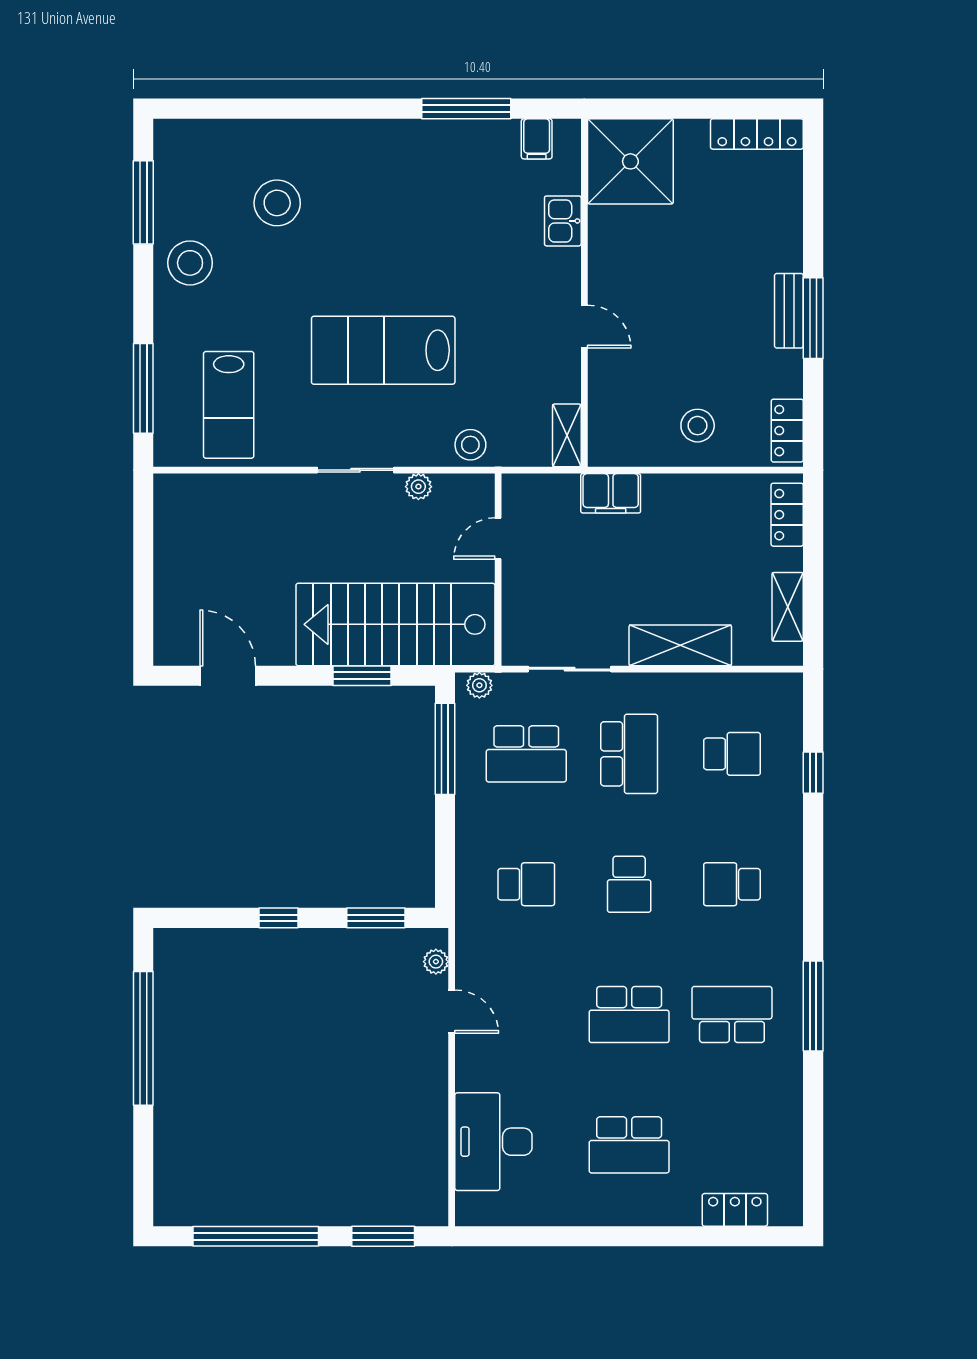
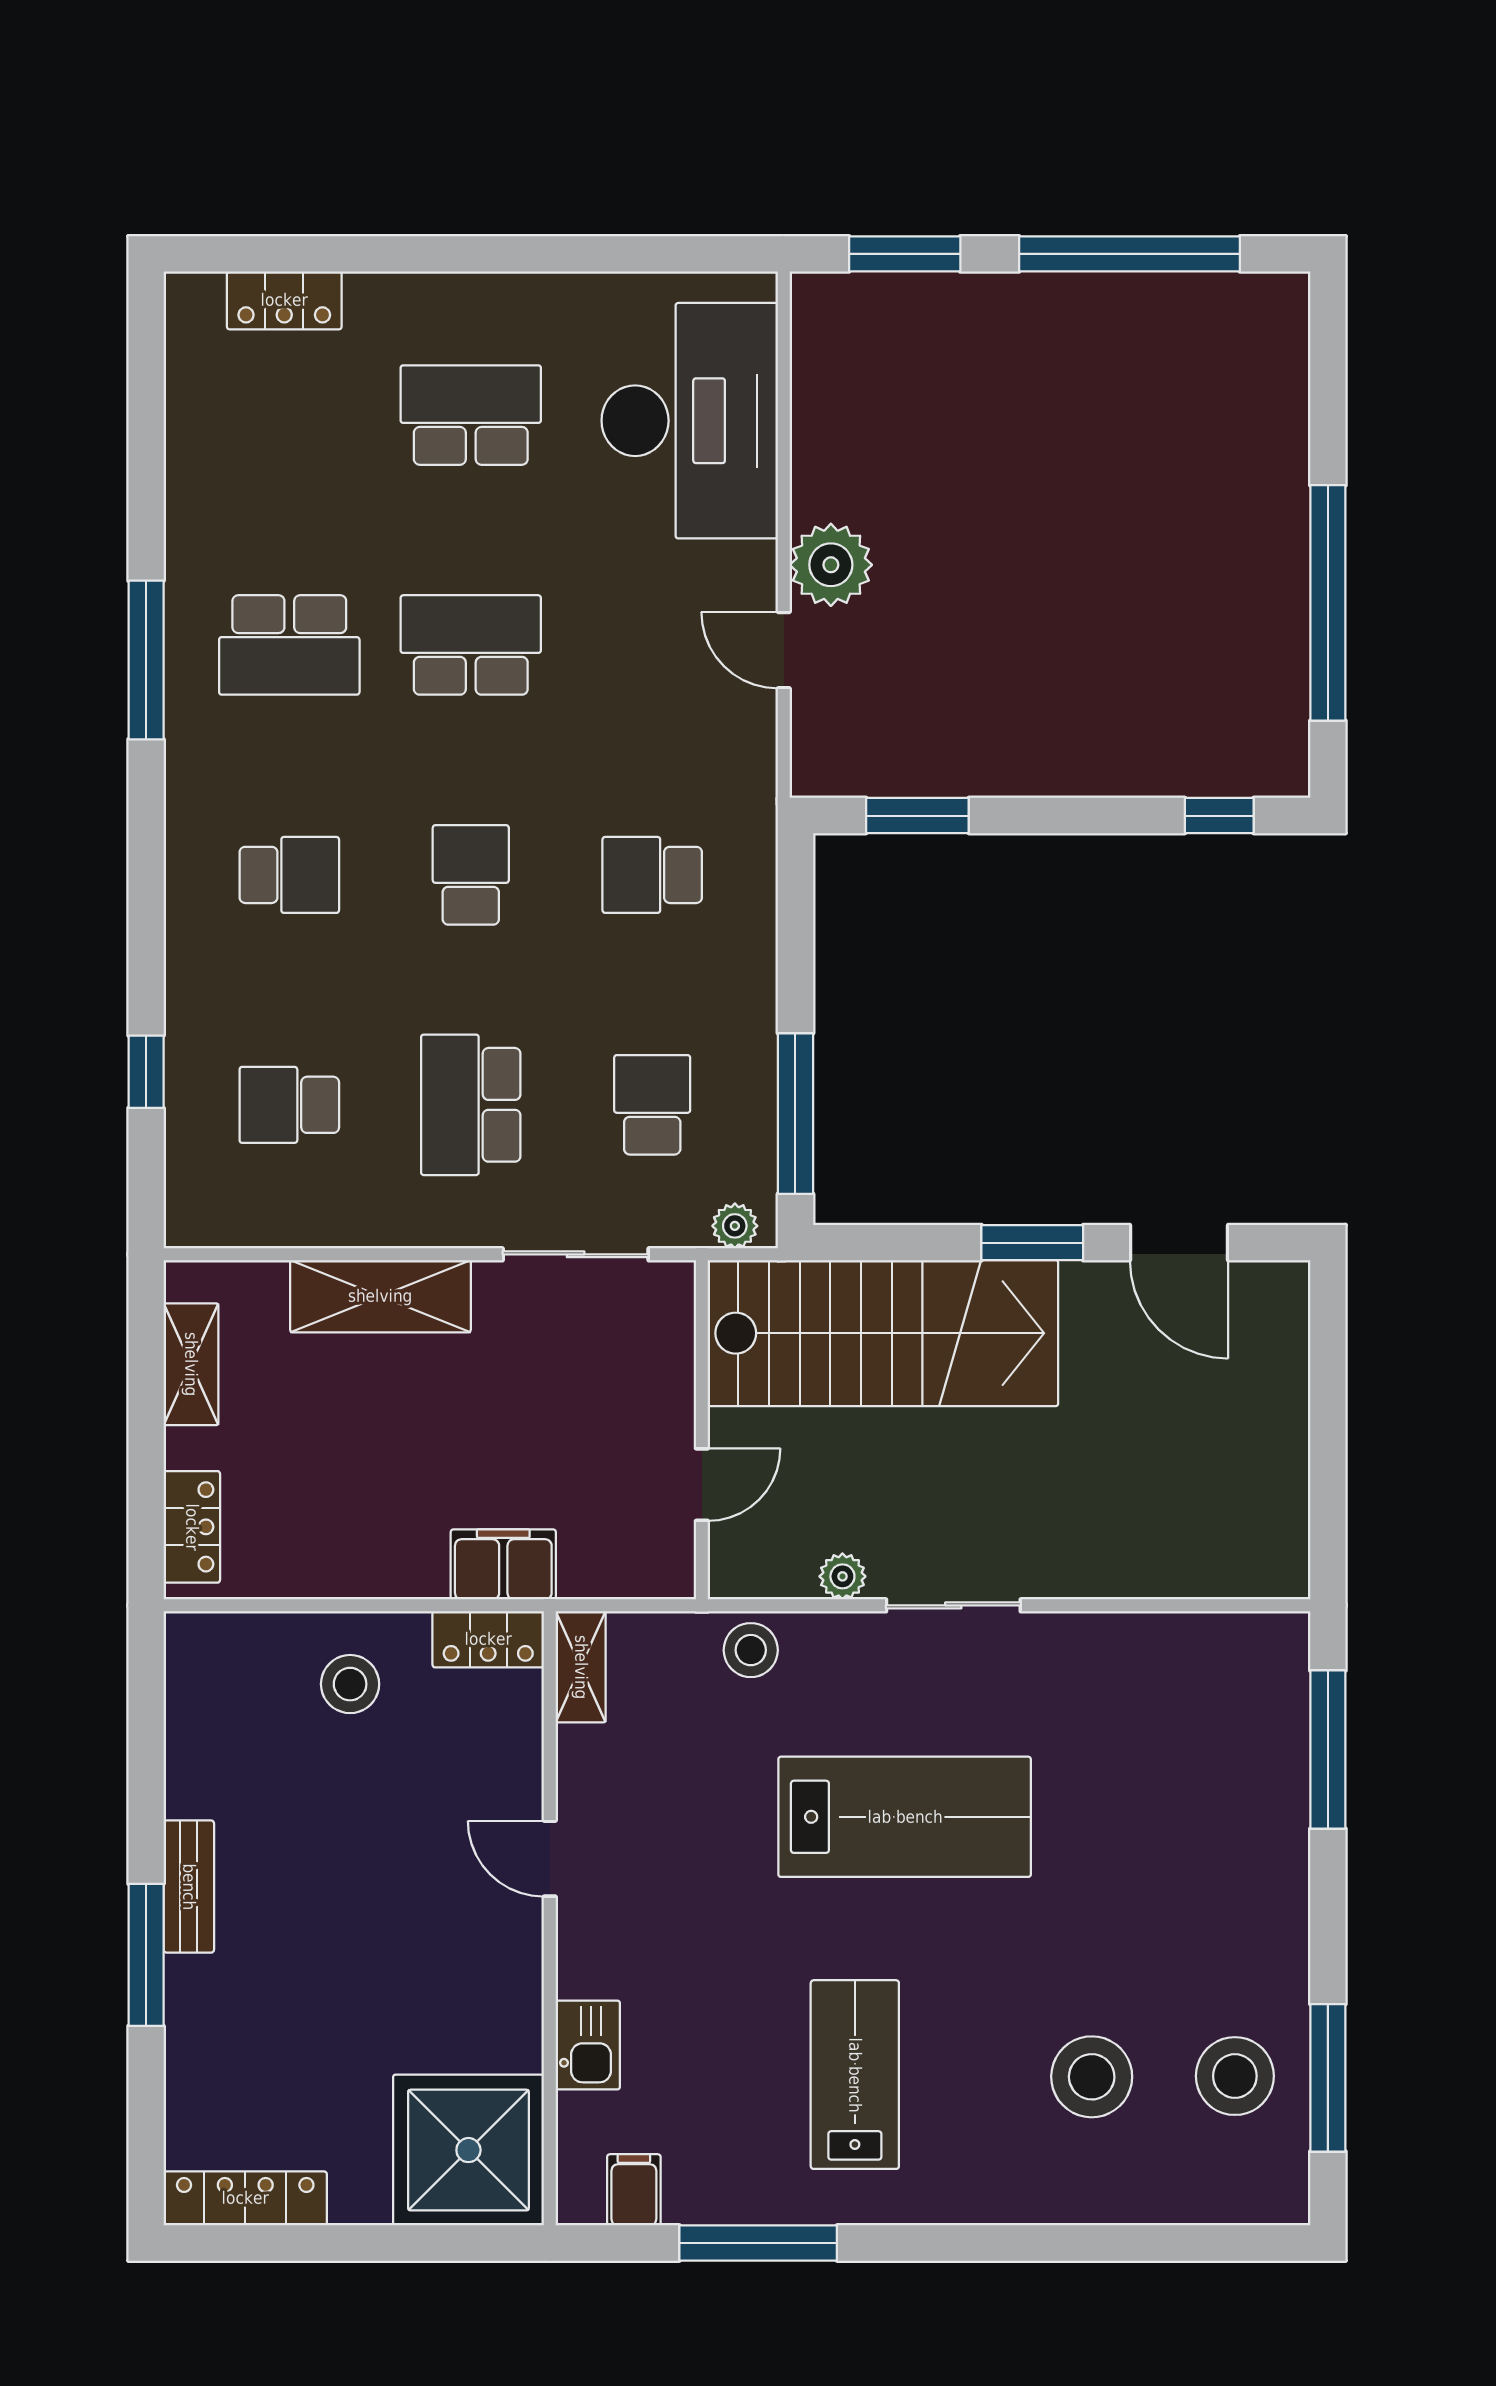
stool: (190, 263) -> (1235, 2076), moved
window: (813, 318) -> (146, 1955), moved
lab bench: (229, 405) -> (855, 2075), moved
locker: (787, 431) -> (488, 1639), moved, turned 90
window: (362, 676) -> (1032, 1243), moved
school desk: (526, 754) -> (652, 1105), width x0.54
window: (278, 918) -> (1219, 816), moved
plant: (436, 962) -> (831, 565), moved, width x1.88, depth x1.88
desk: (493, 1142) -> (690, 421), width x1.36, depth x1.30

